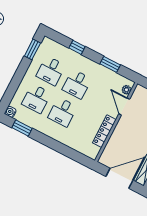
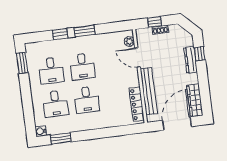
window: (110, 64) -> (84, 31), moved
locker: (104, 131) -> (137, 104), moved
bench: (115, 138) -> (149, 91), added

